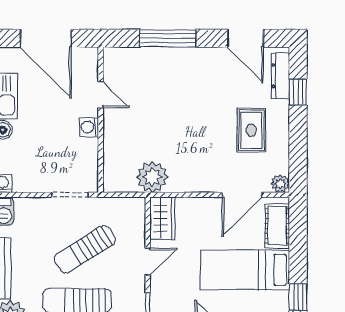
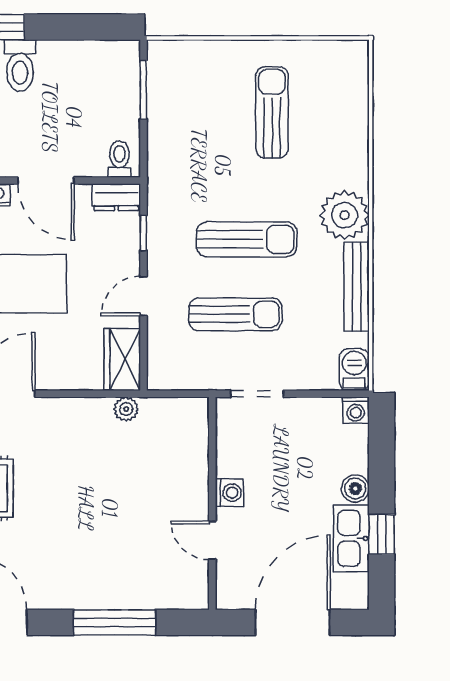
door: (46, 38) -> (293, 622), hinge flipped
plant: (152, 177) -> (126, 409), width x0.53, depth x0.53
sun lounger: (85, 249) -> (235, 314), turned 32

